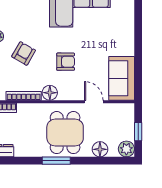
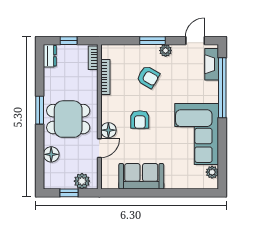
sofa: (122, 78) -> (141, 176), moved
floor lamp: (50, 93) -> (108, 130), moved
plant: (126, 149) -> (82, 181), moved

